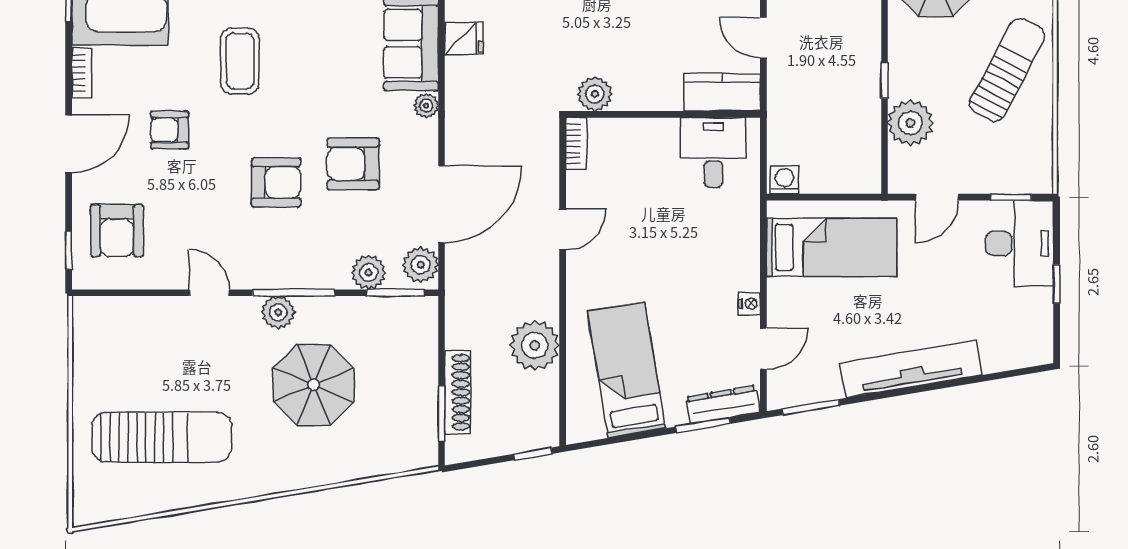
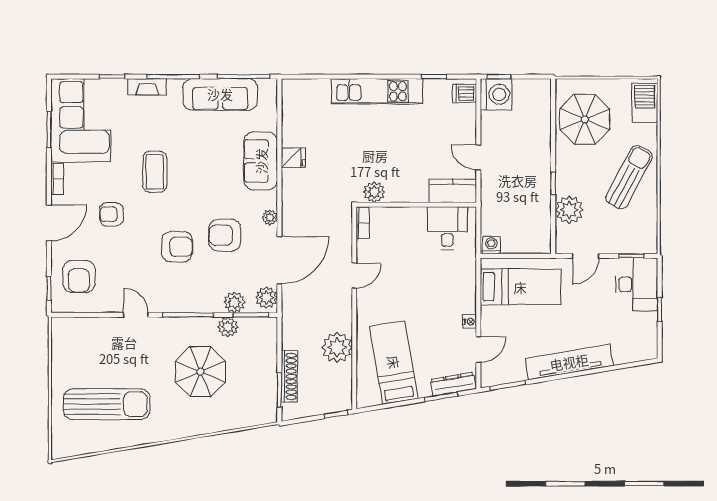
plant: (426, 106) -> (270, 217), moved
plant: (278, 312) -> (228, 327), moved

